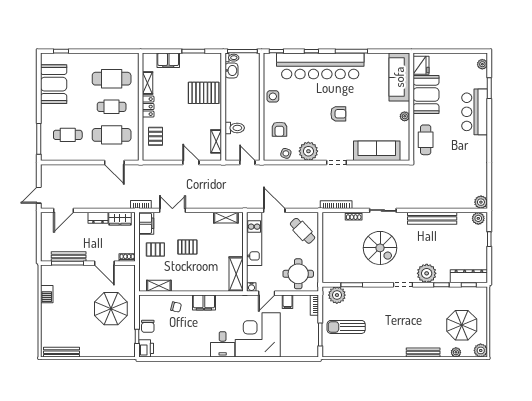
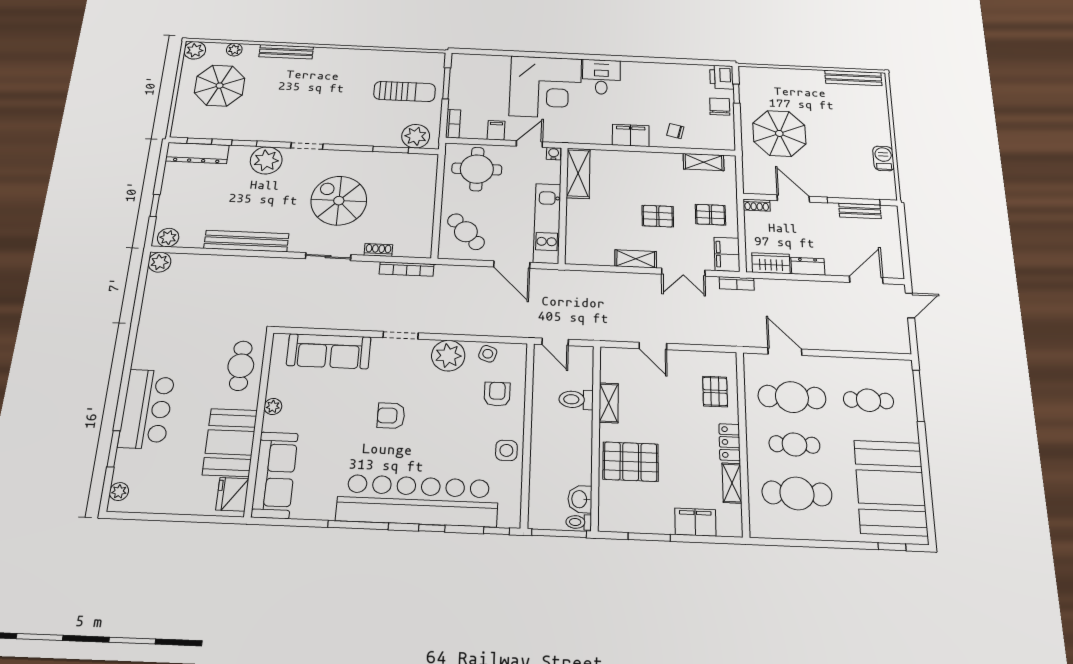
booth: (54, 84) -> (891, 488), width x1.36, depth x1.42
shelving: (216, 141) -> (609, 403), moved
shelving: (226, 218) -> (636, 259), moved
bench: (69, 257) -> (860, 211), width x0.73

